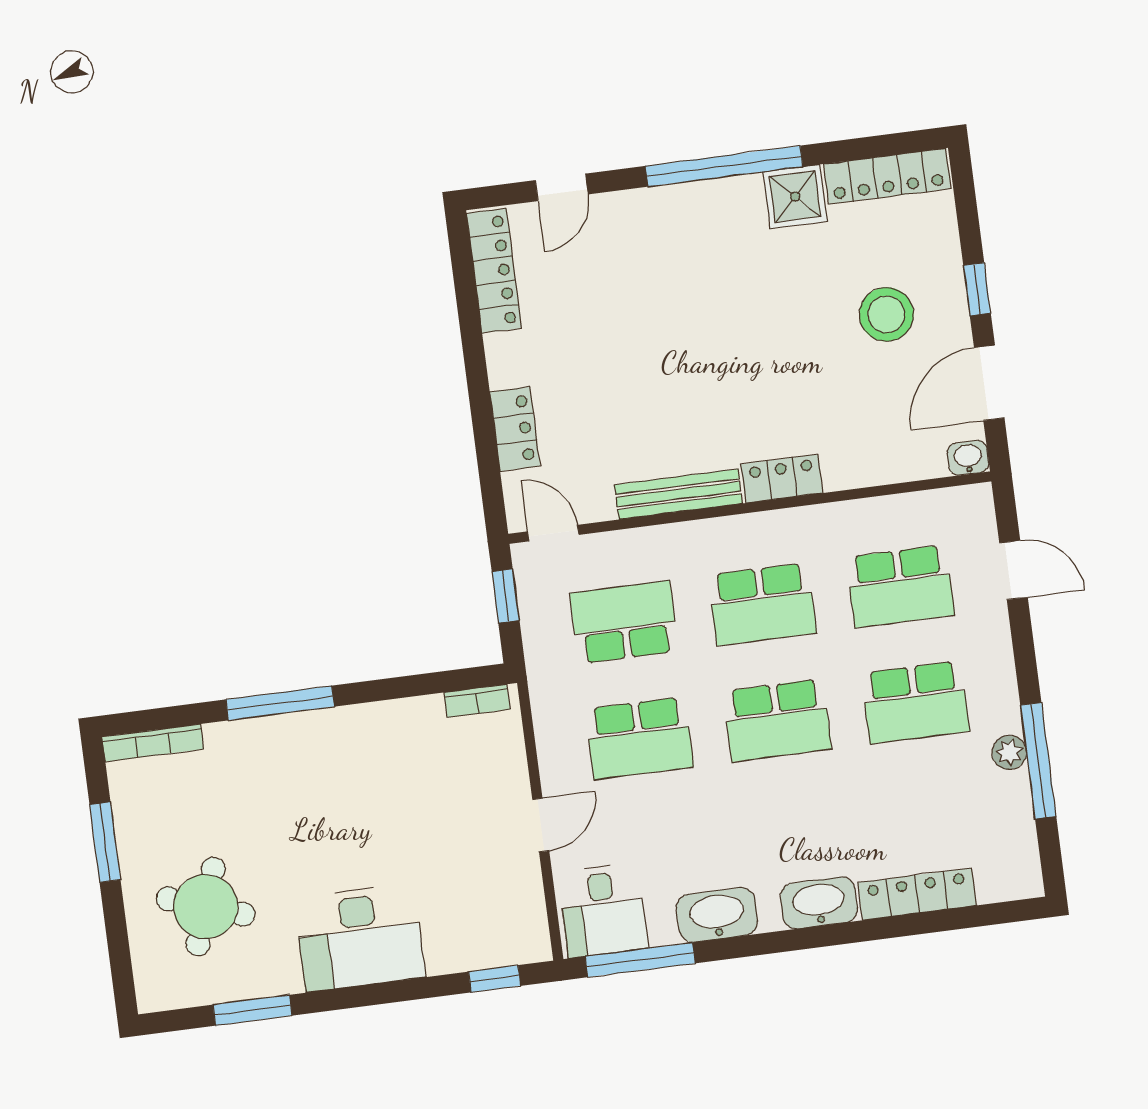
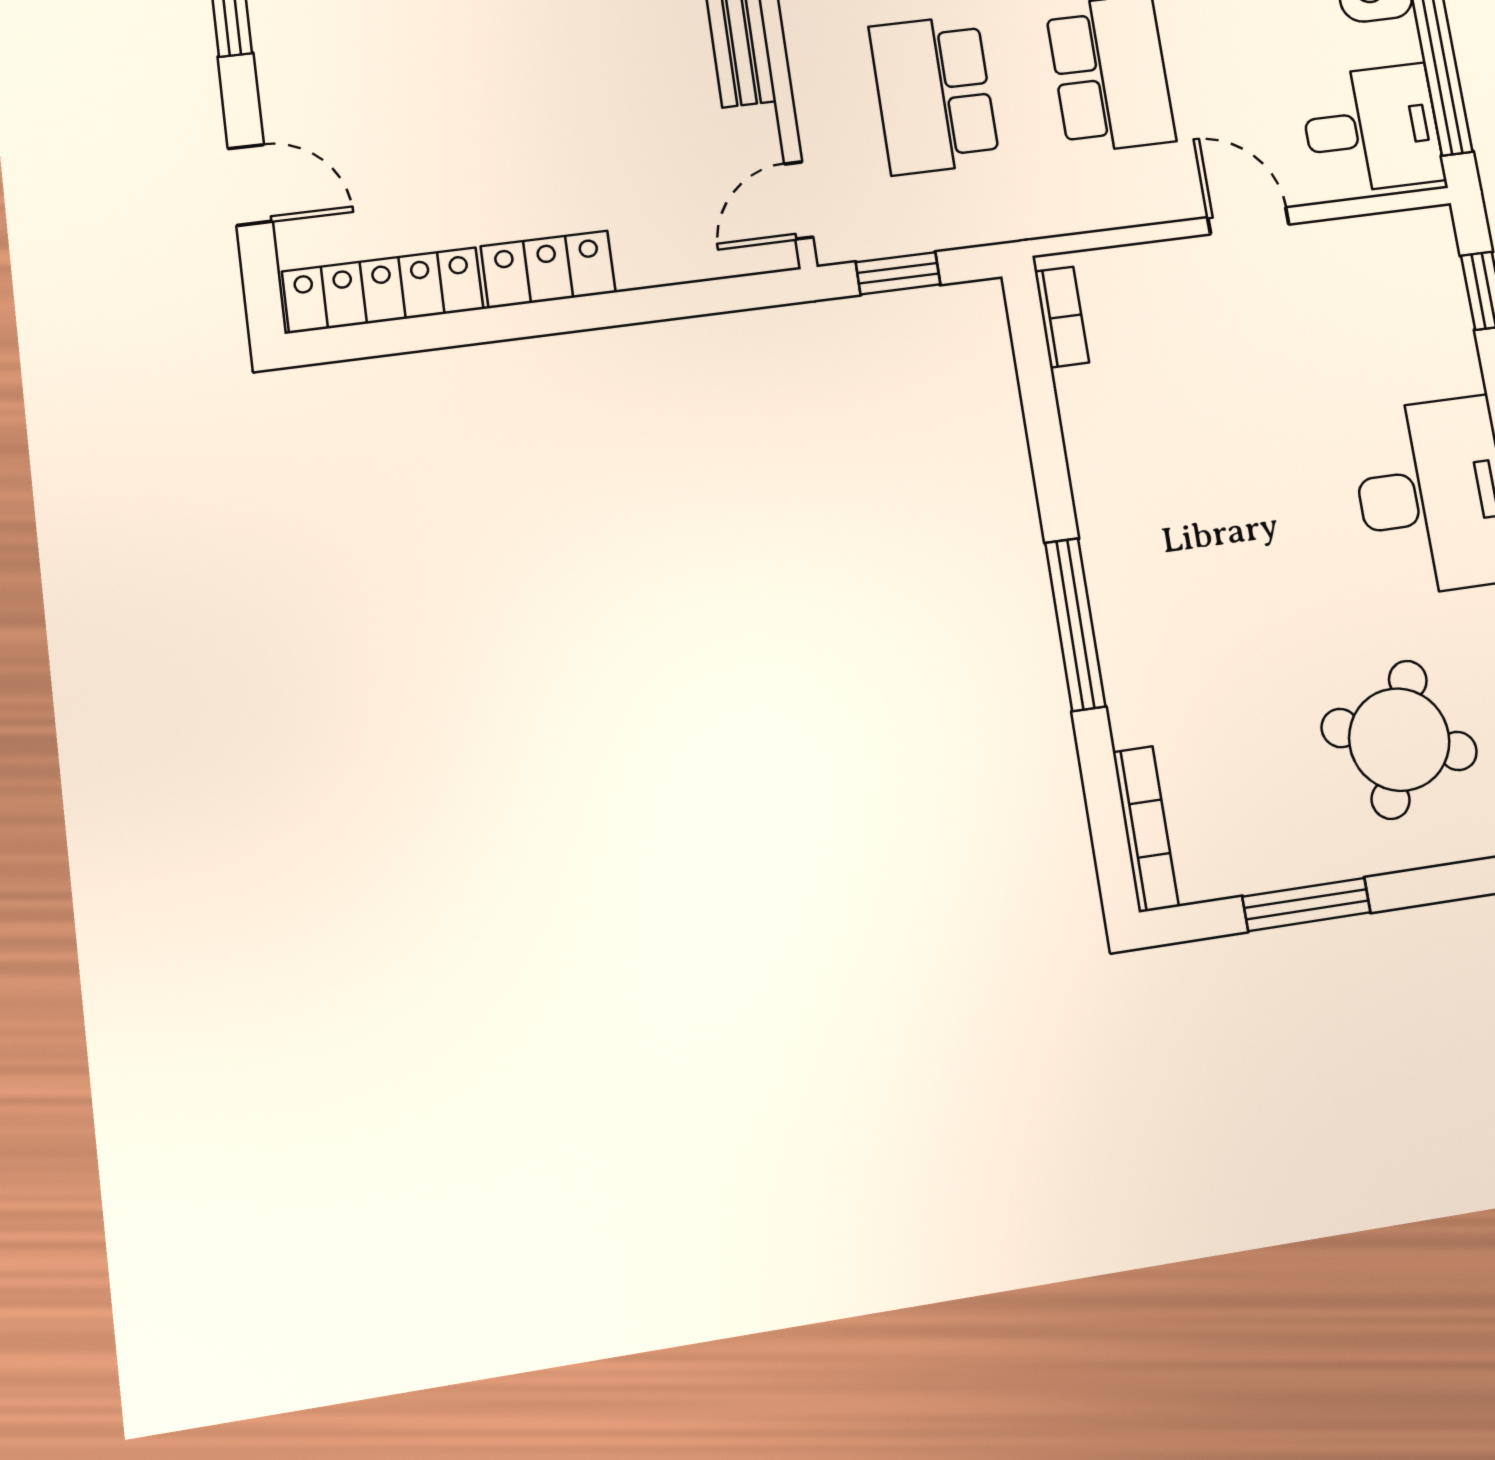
locker: (515, 429) -> (548, 269), moved

